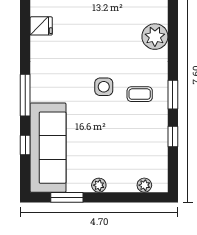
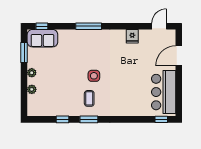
plant: (155, 37) -> (126, 108), removed
window: (25, 145) -> (42, 26), moved
sofa: (48, 148) -> (42, 38), width x0.54, depth x0.79
plant: (144, 185) -> (32, 89), moved

